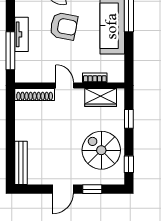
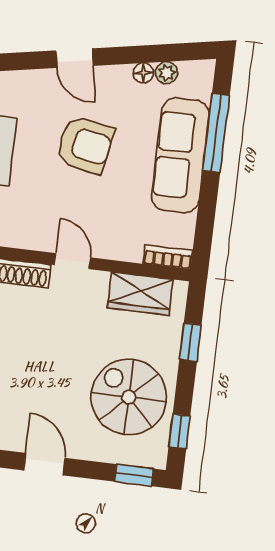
bookcase: (95, 78) -> (168, 257), moved
door: (63, 189) -> (44, 464), swing flipped
window: (92, 189) -> (134, 475), moved

